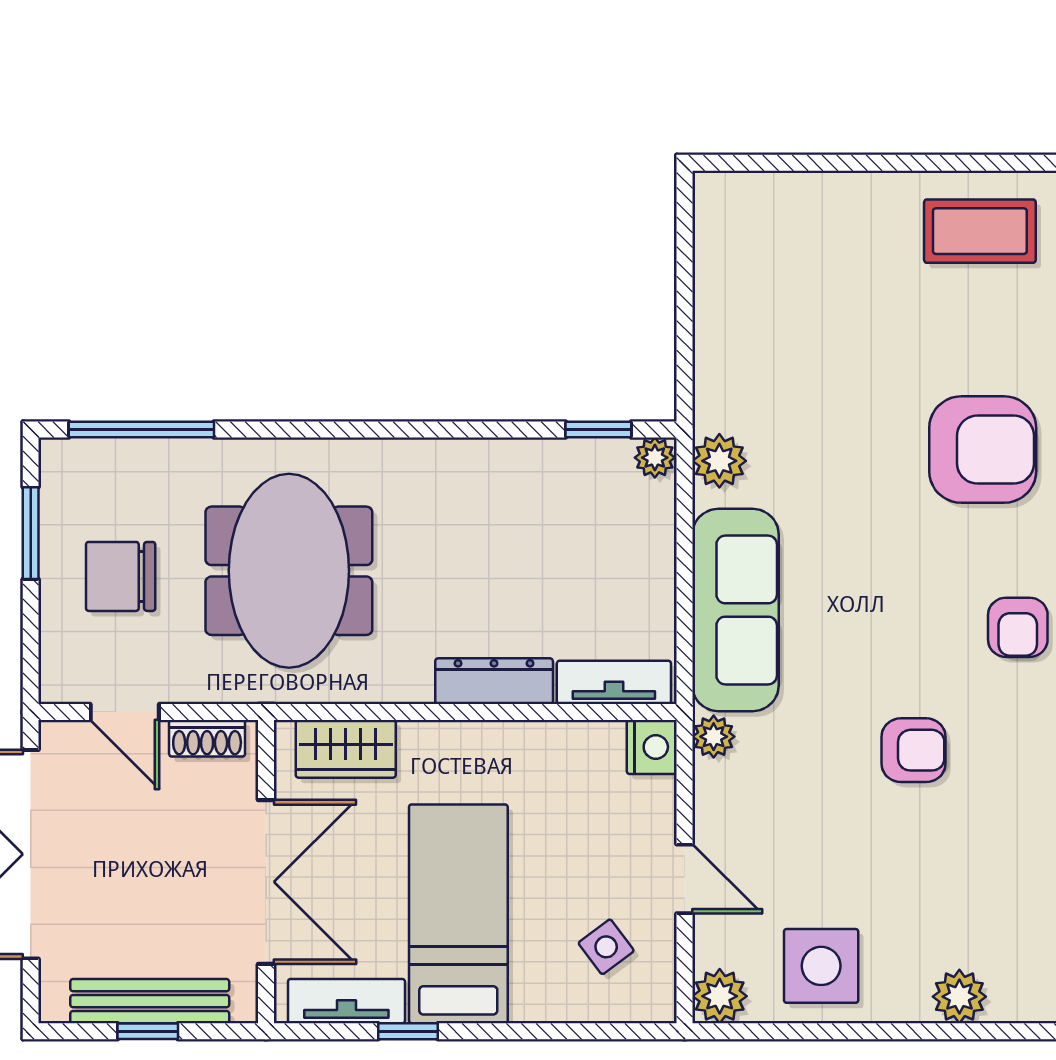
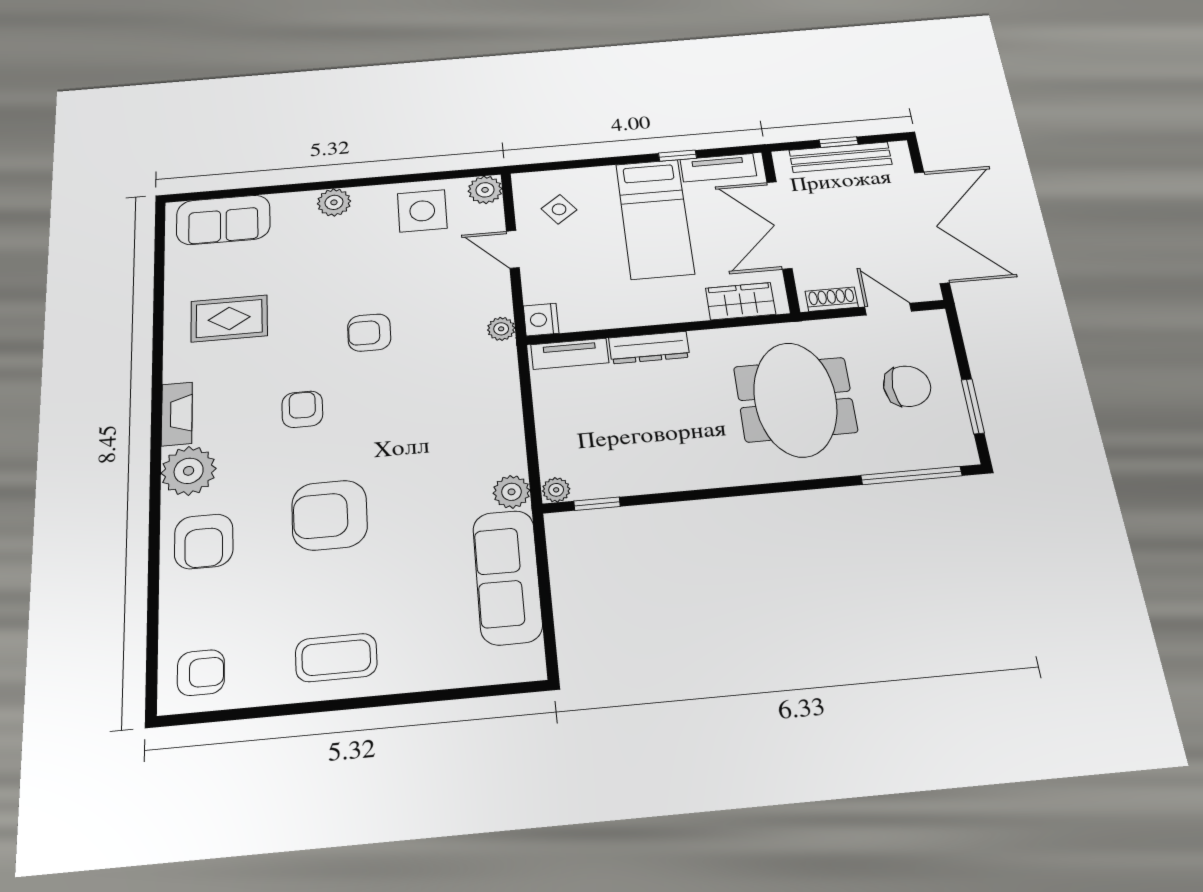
sofa: (735, 610) -> (507, 577), moved

